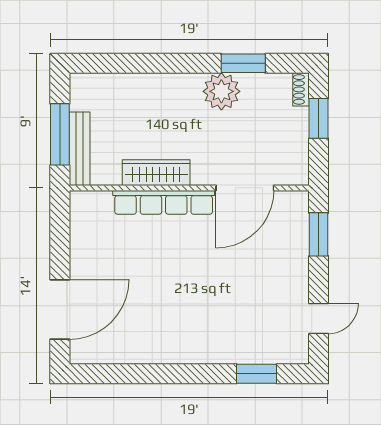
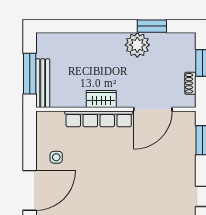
shoe rack: (301, 89) -> (190, 83), moved
wardrobe: (156, 173) -> (101, 99), width x0.67
side table: (100, 260) -> (56, 157), added

